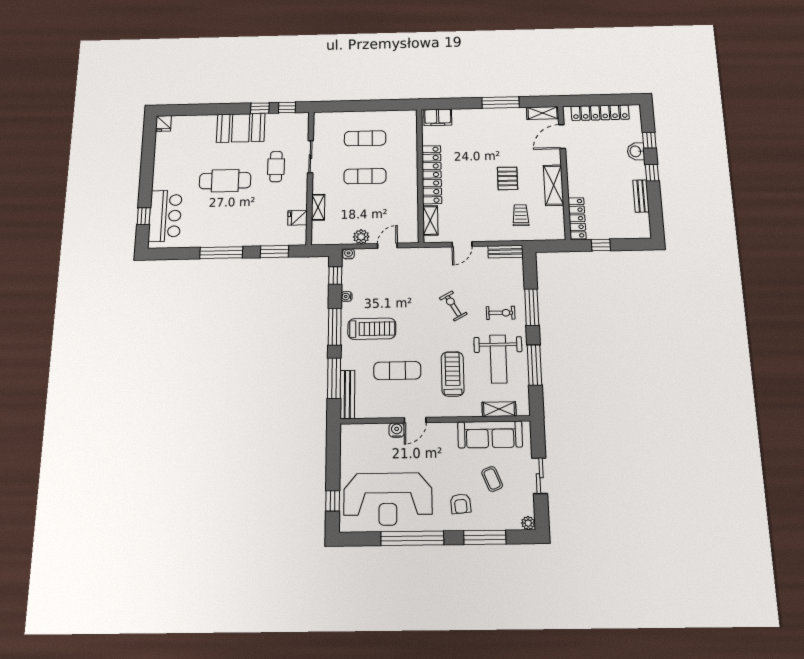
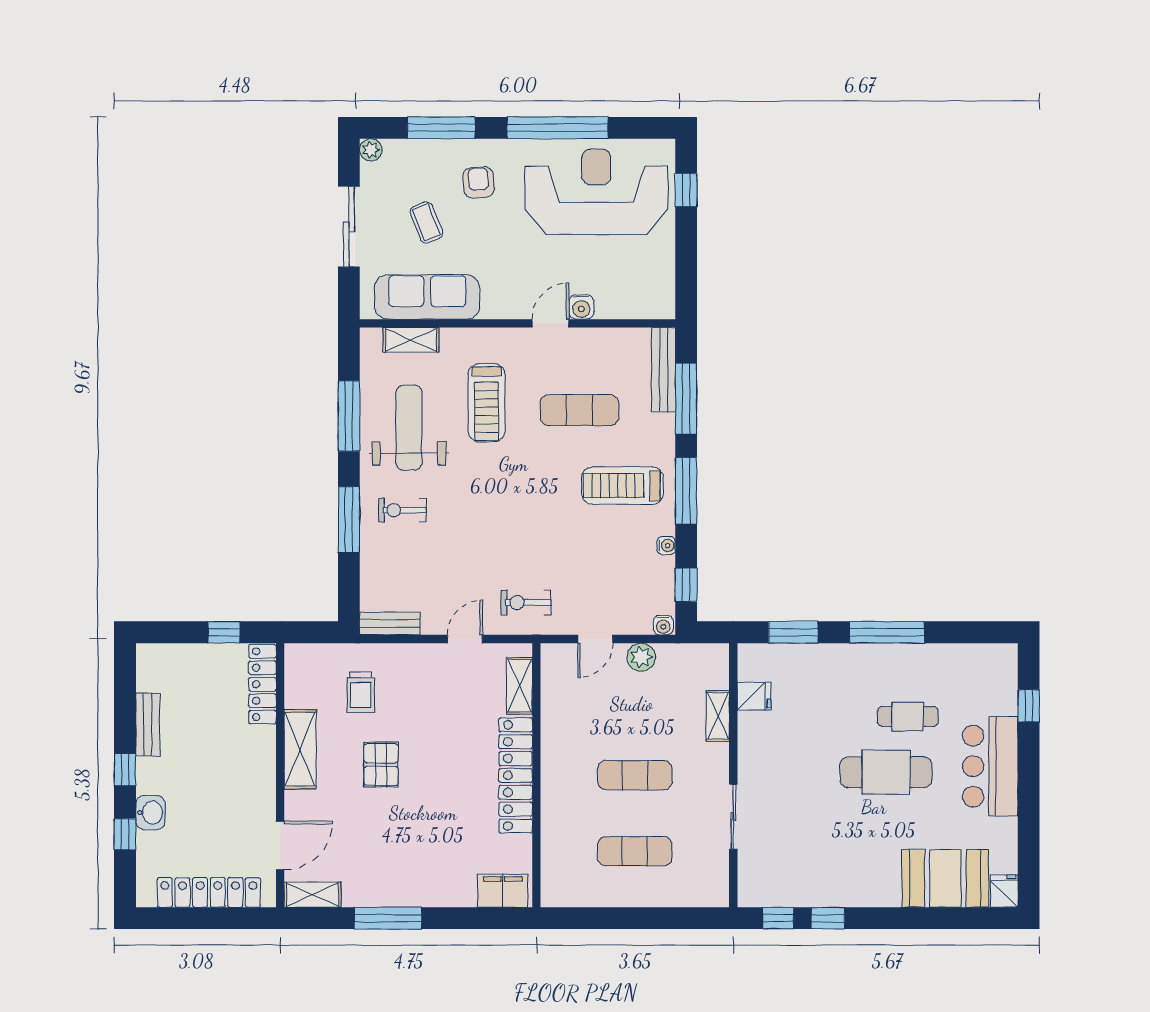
booth: (241, 128) -> (945, 878), moved
cafe table: (276, 167) -> (908, 716), moved, turned 90
bar counter: (165, 216) -> (990, 766), moved
exercise bike: (453, 306) -> (526, 603), moved, turned 120
sliding door: (540, 476) -> (349, 227), width x1.37

